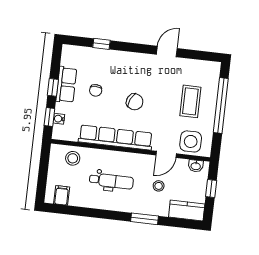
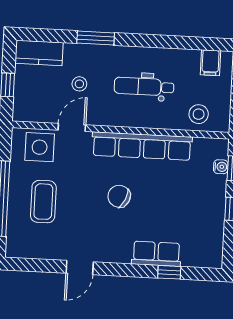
row of seats: (66, 85) -> (156, 254), moved, turned 90
chair: (96, 90) -> (173, 208), removed
washbasin: (196, 166) -> (31, 114), removed

